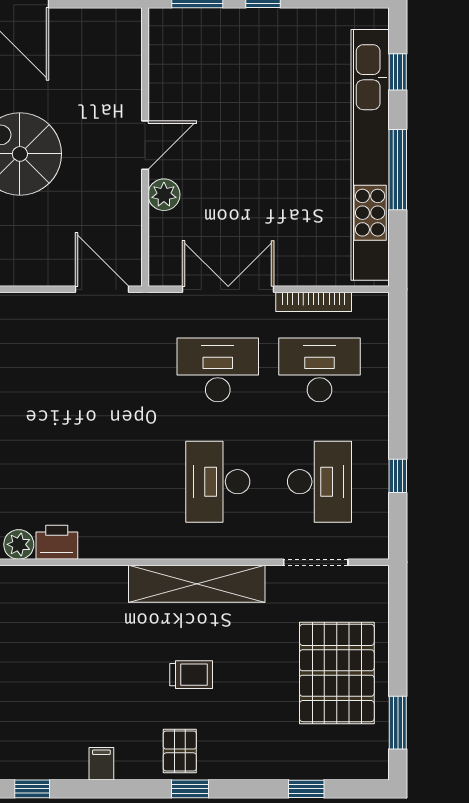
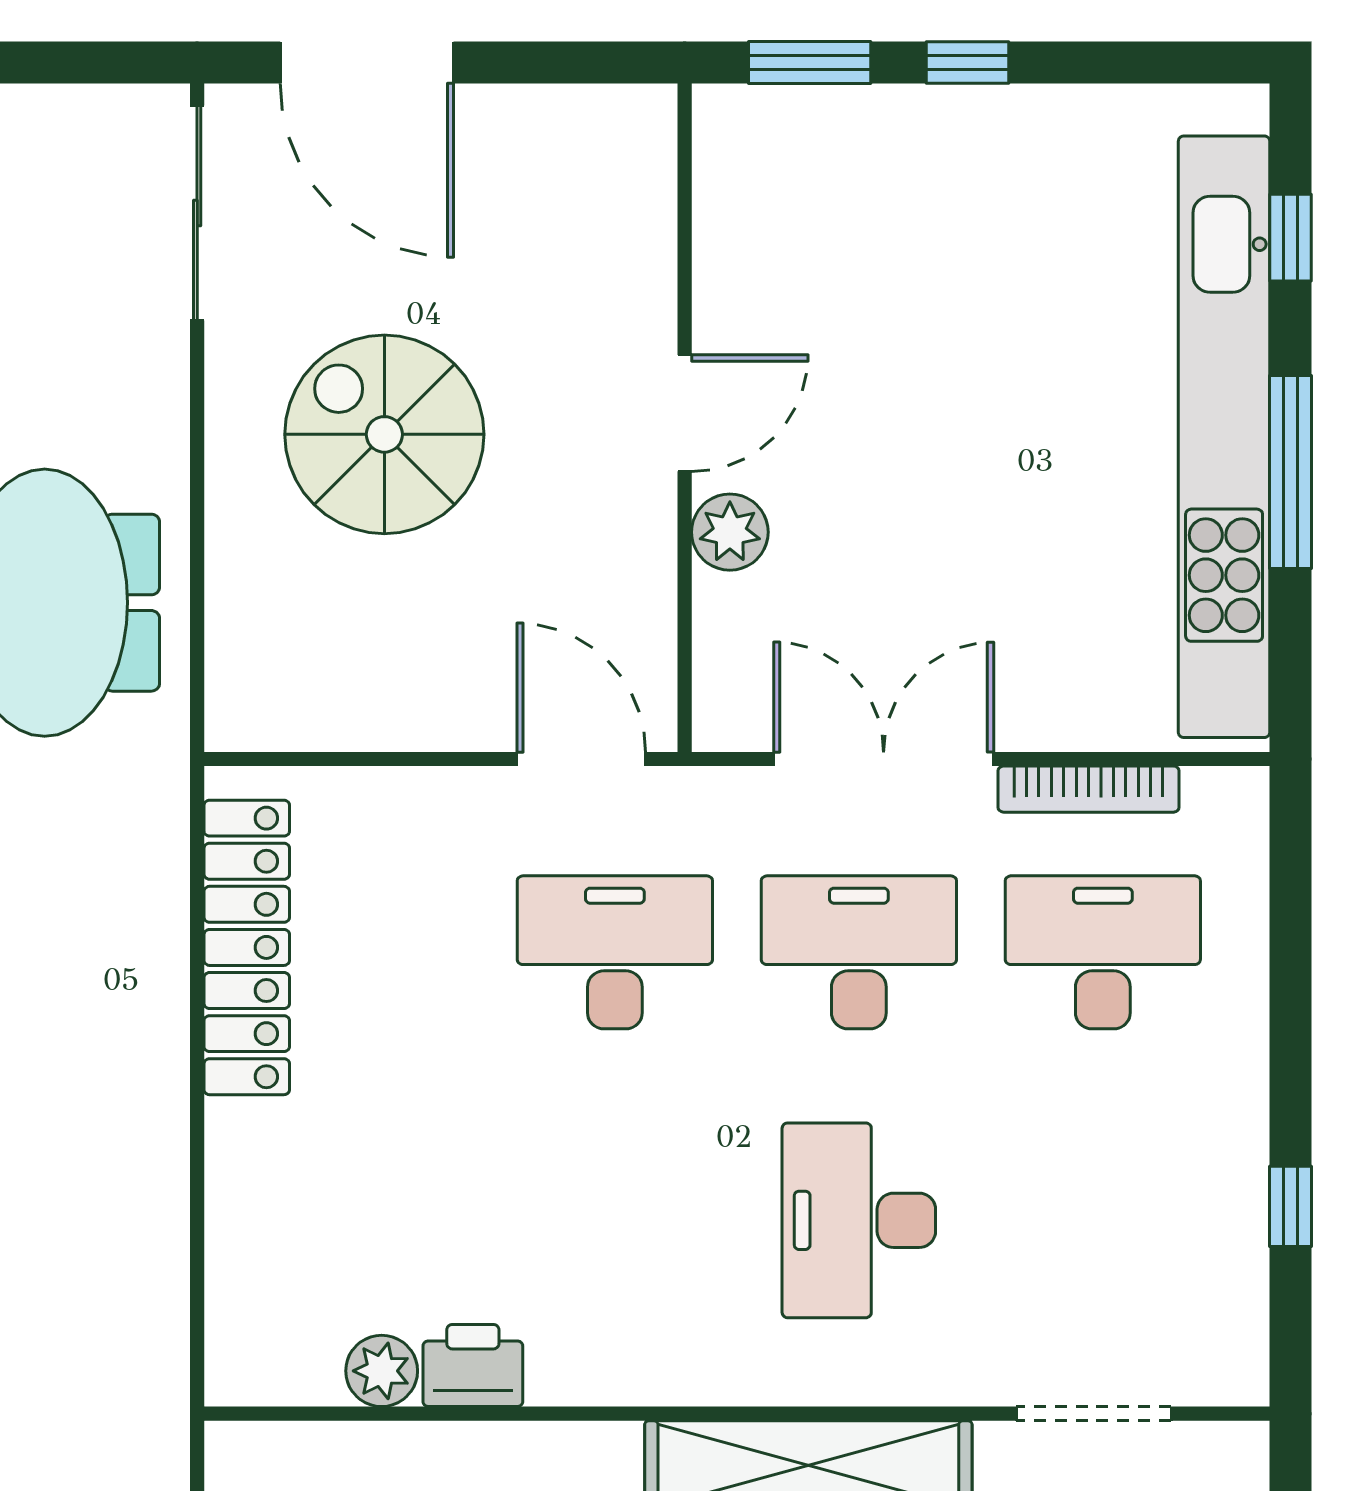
desk: (319, 482) -> (615, 952), moved, turned -90

